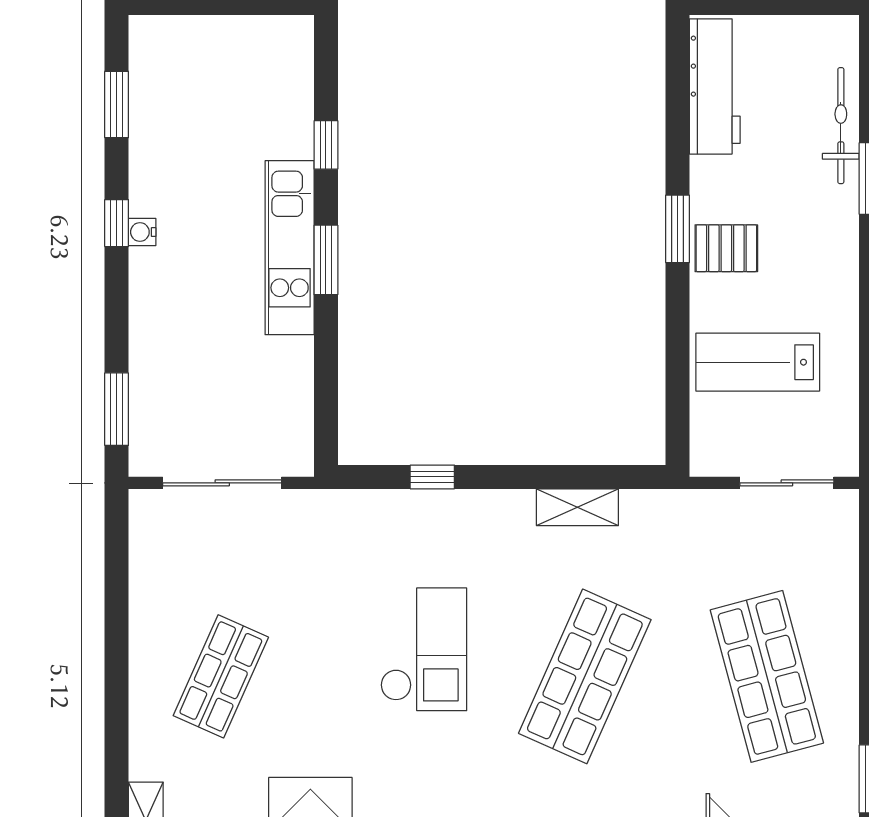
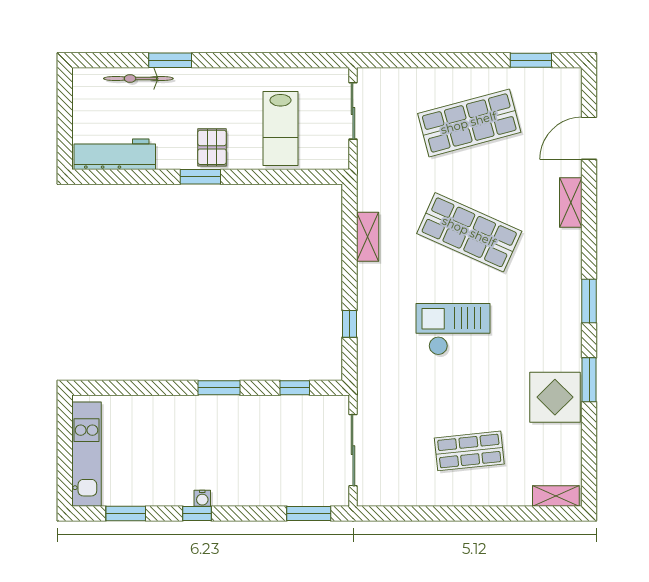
window: (326, 145) -> (295, 388), moved
kitchen unit: (290, 248) -> (86, 454), moved, turned -90
shop shelf: (221, 676) -> (469, 451), turned -30

